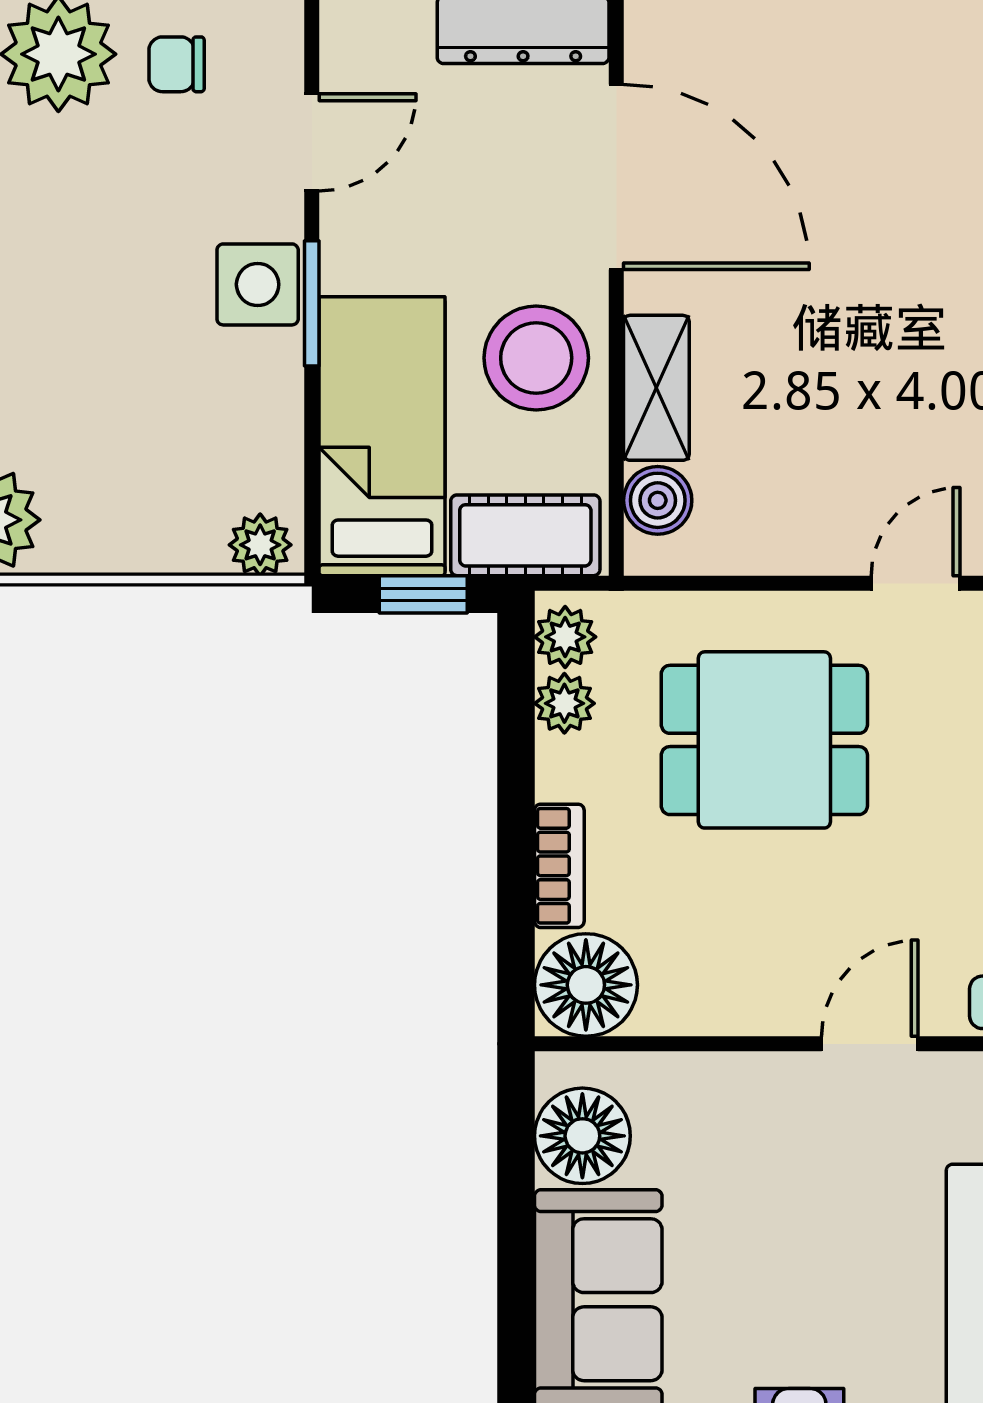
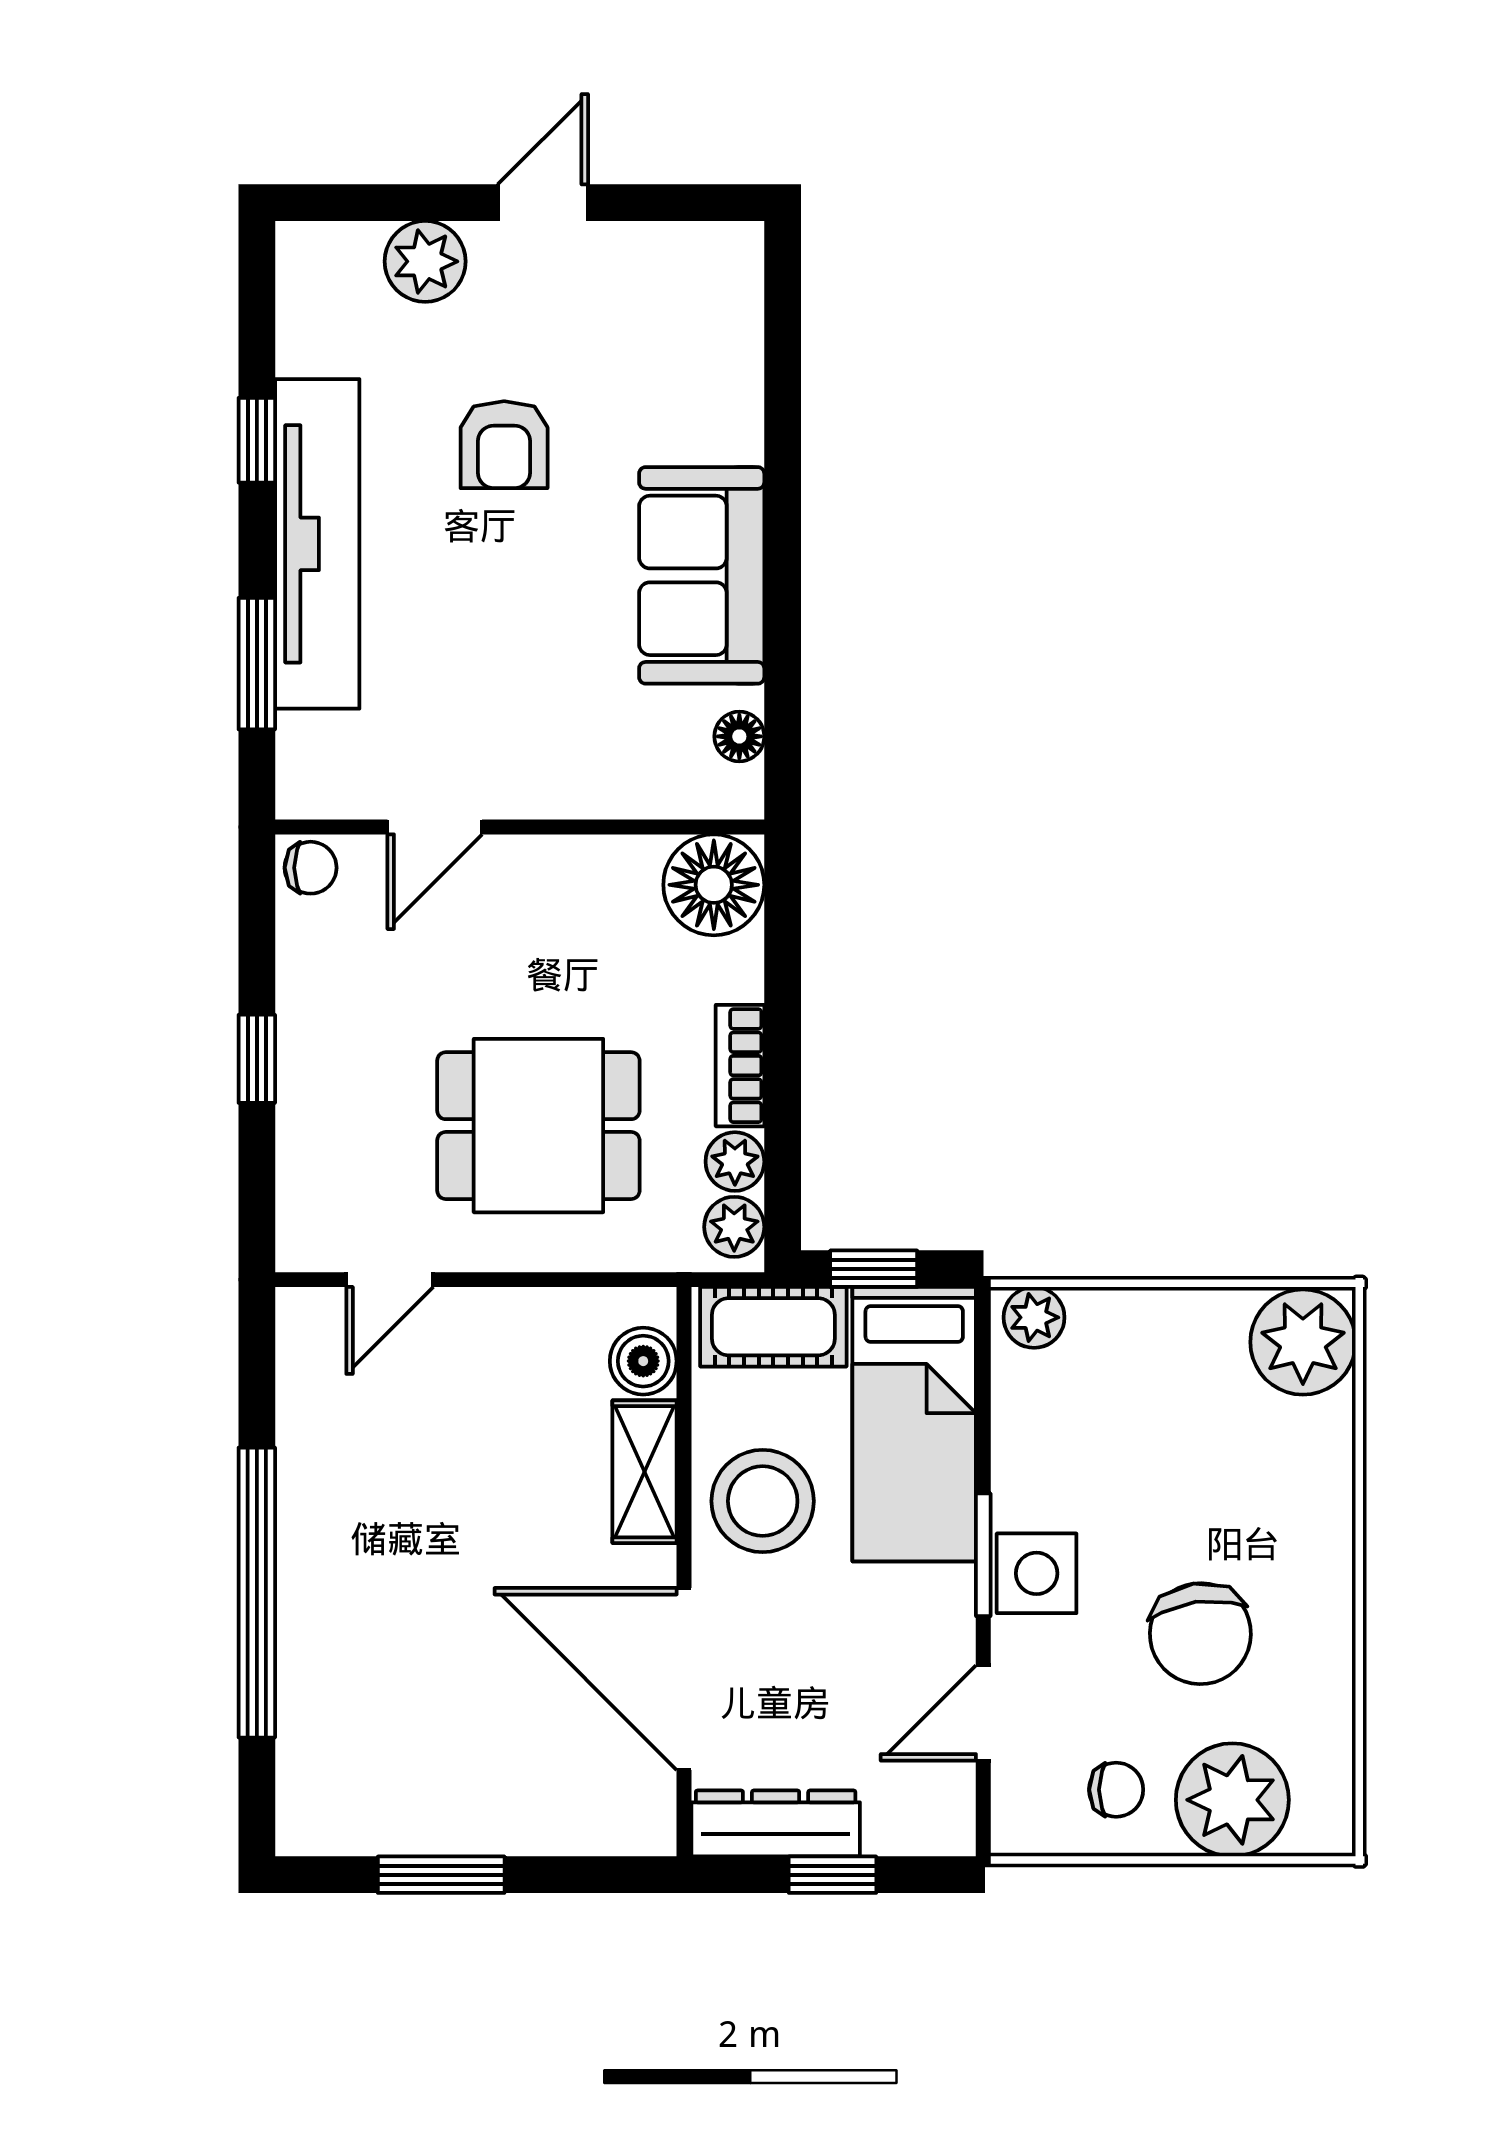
chair: (91, 223) -> (1200, 1634), added
bookcase: (559, 866) -> (740, 1066), moved
floor lamp: (582, 1136) -> (739, 736), width x0.53, depth x0.53

